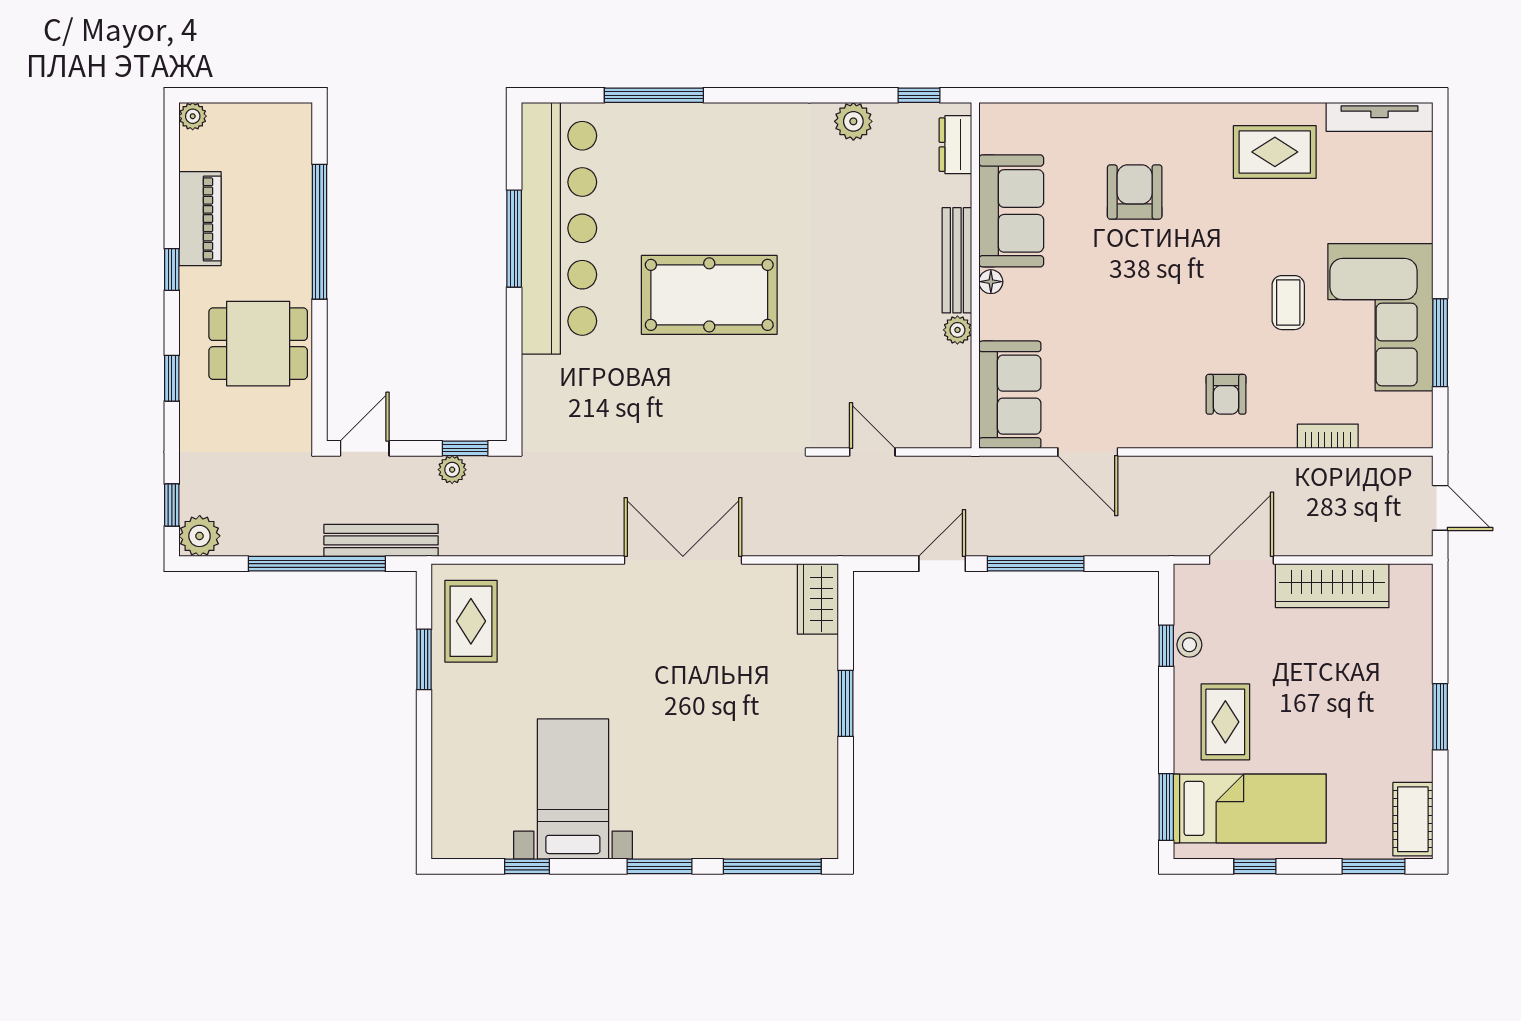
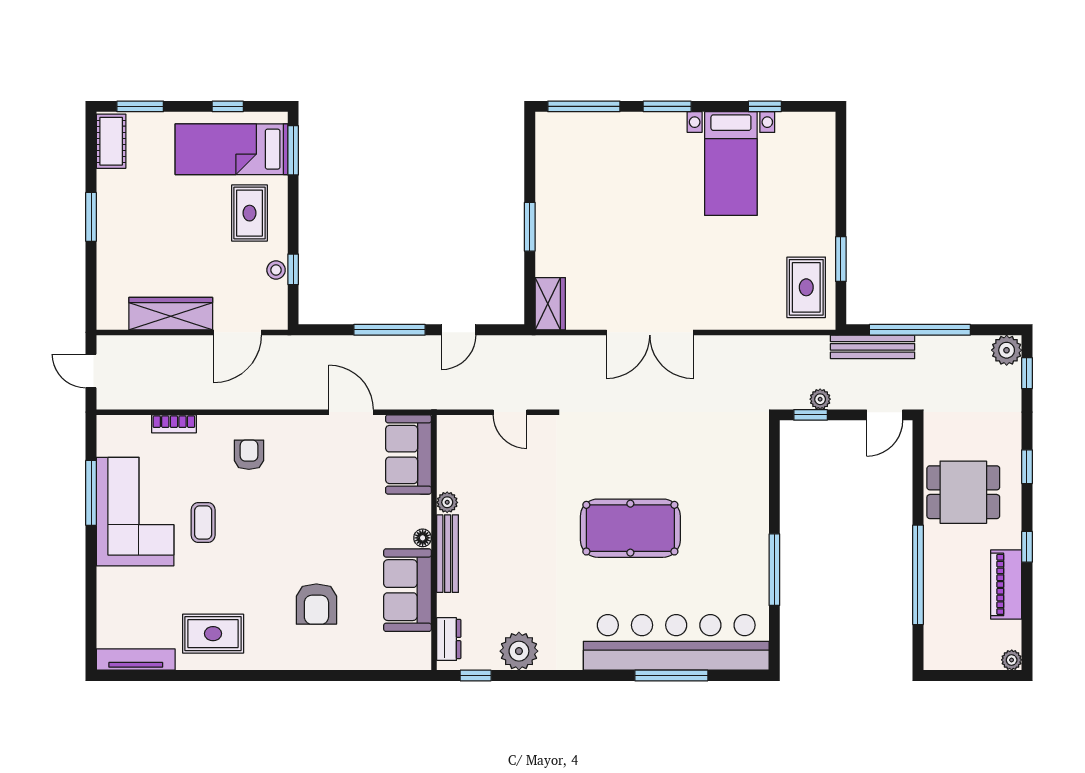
plant: (853, 121) -> (519, 651), width x1.36, depth x1.36
bar counter: (559, 228) -> (676, 642), moved, turned 90

